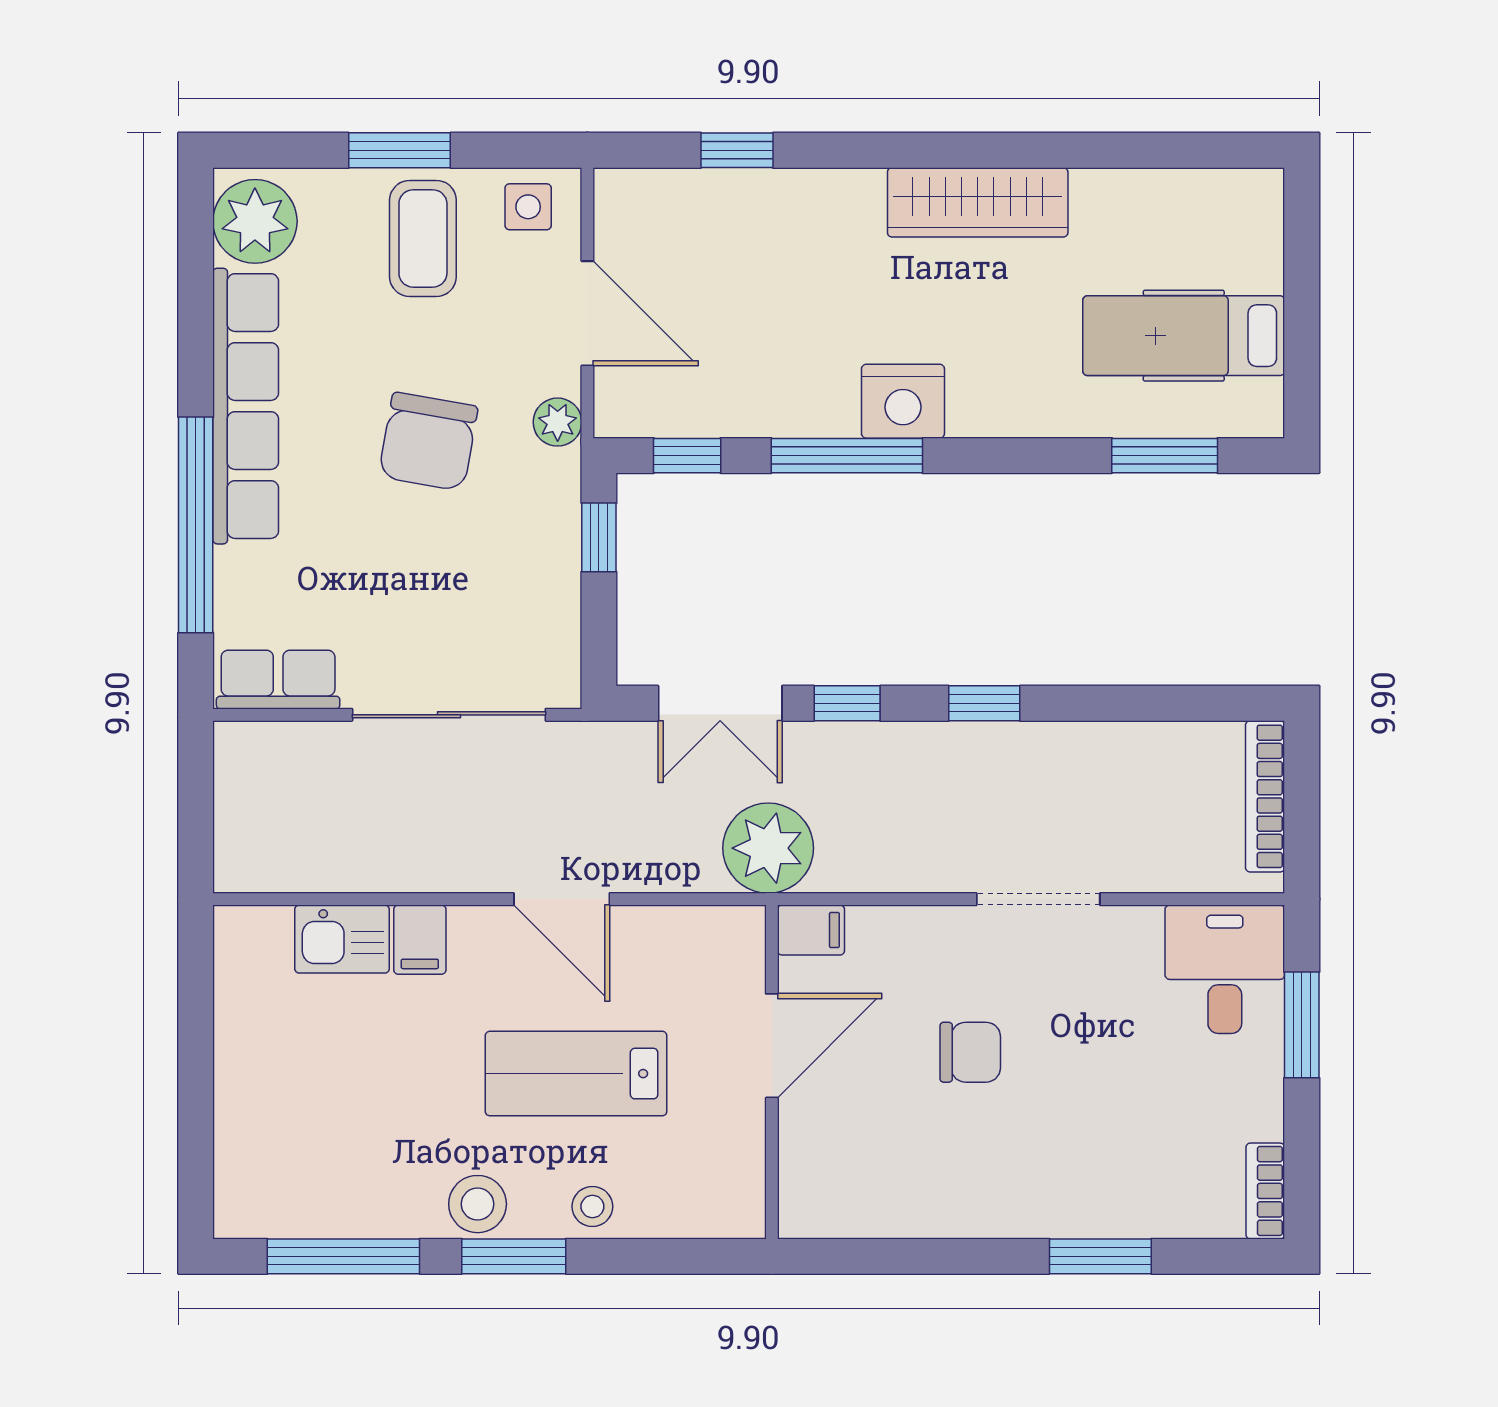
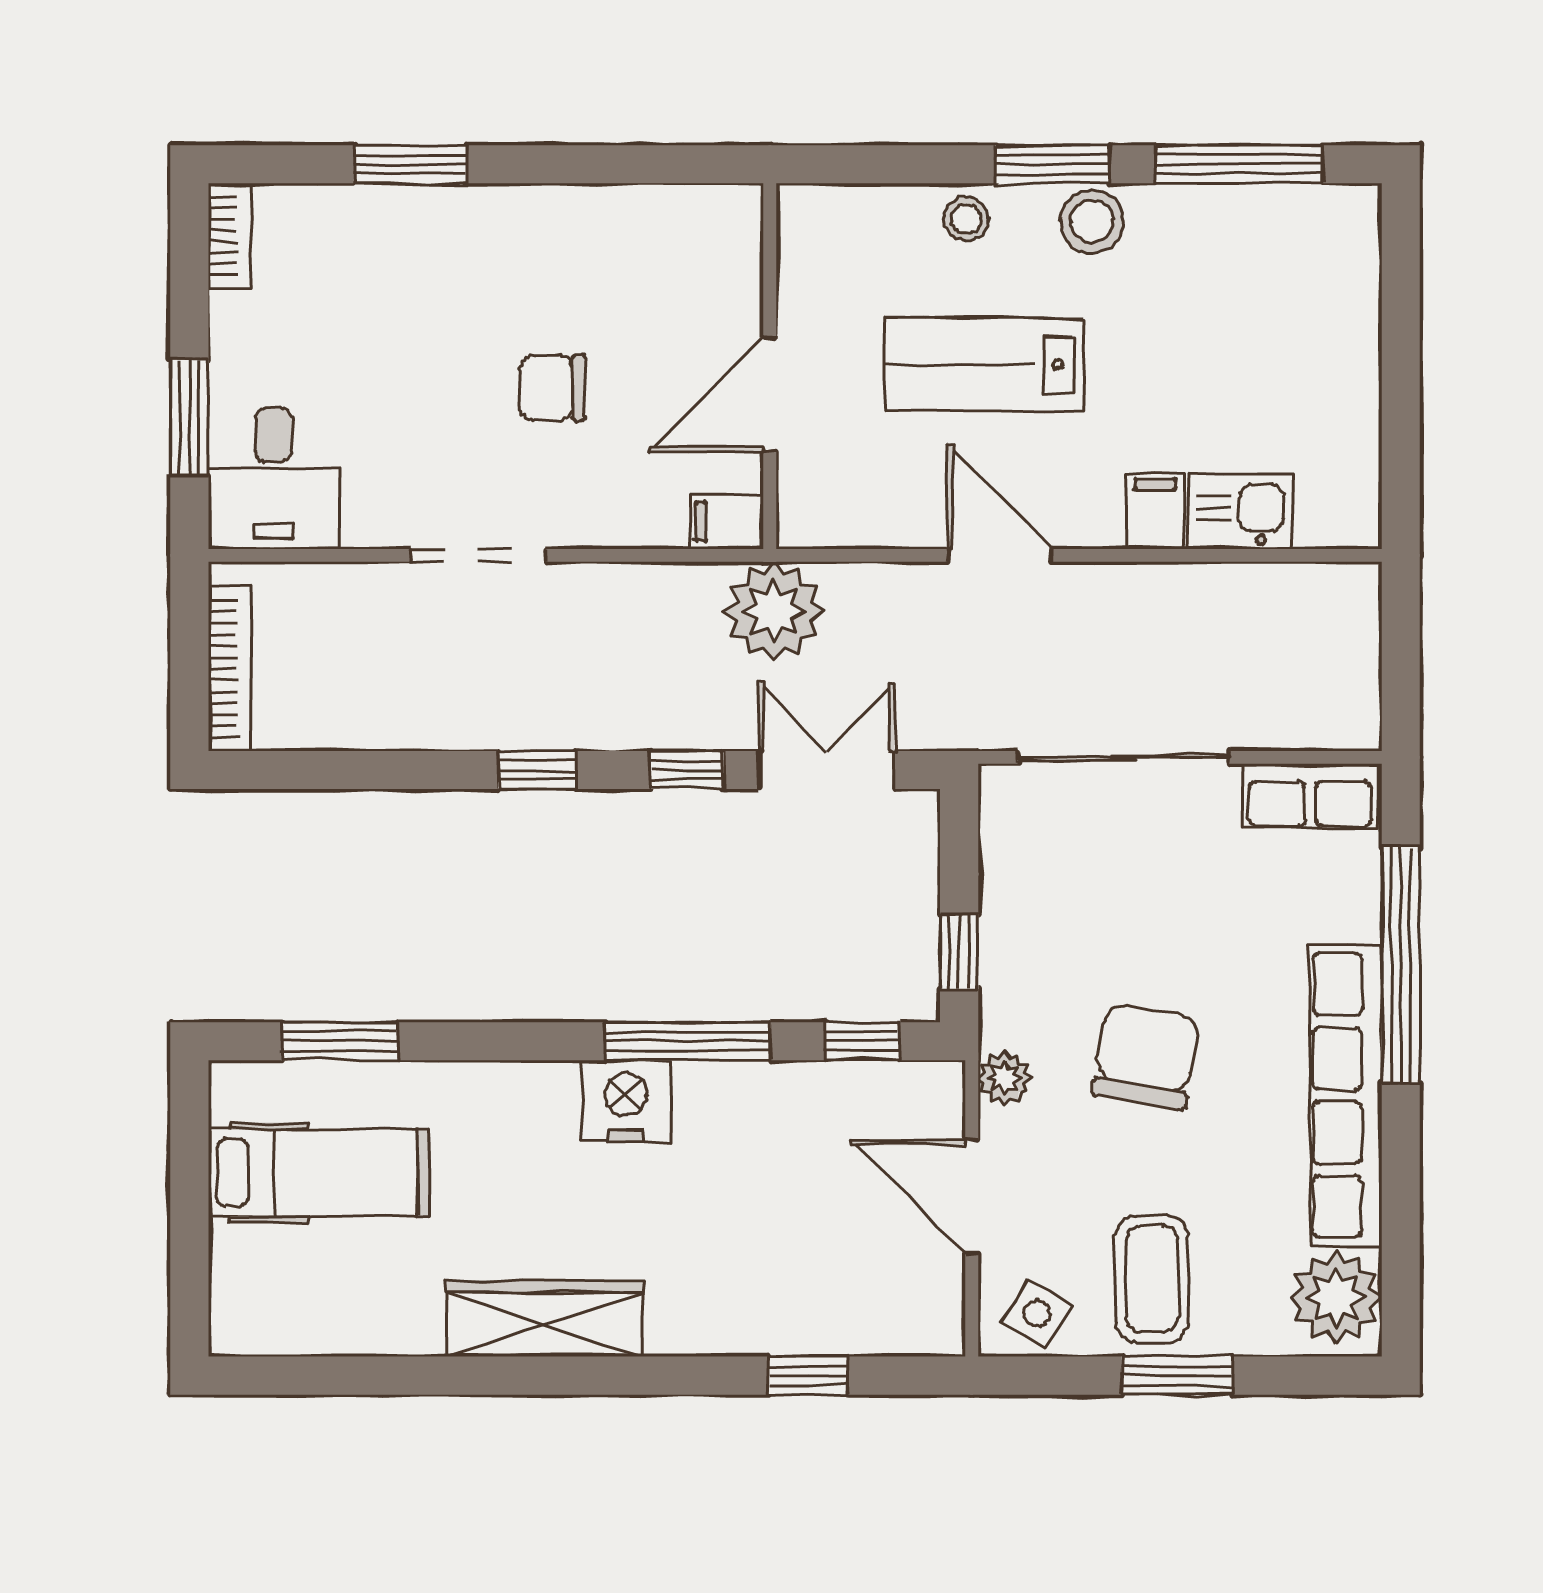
side table: (528, 207) -> (1037, 1314), turned 32
lab bench: (576, 1074) -> (984, 364), turned 180

